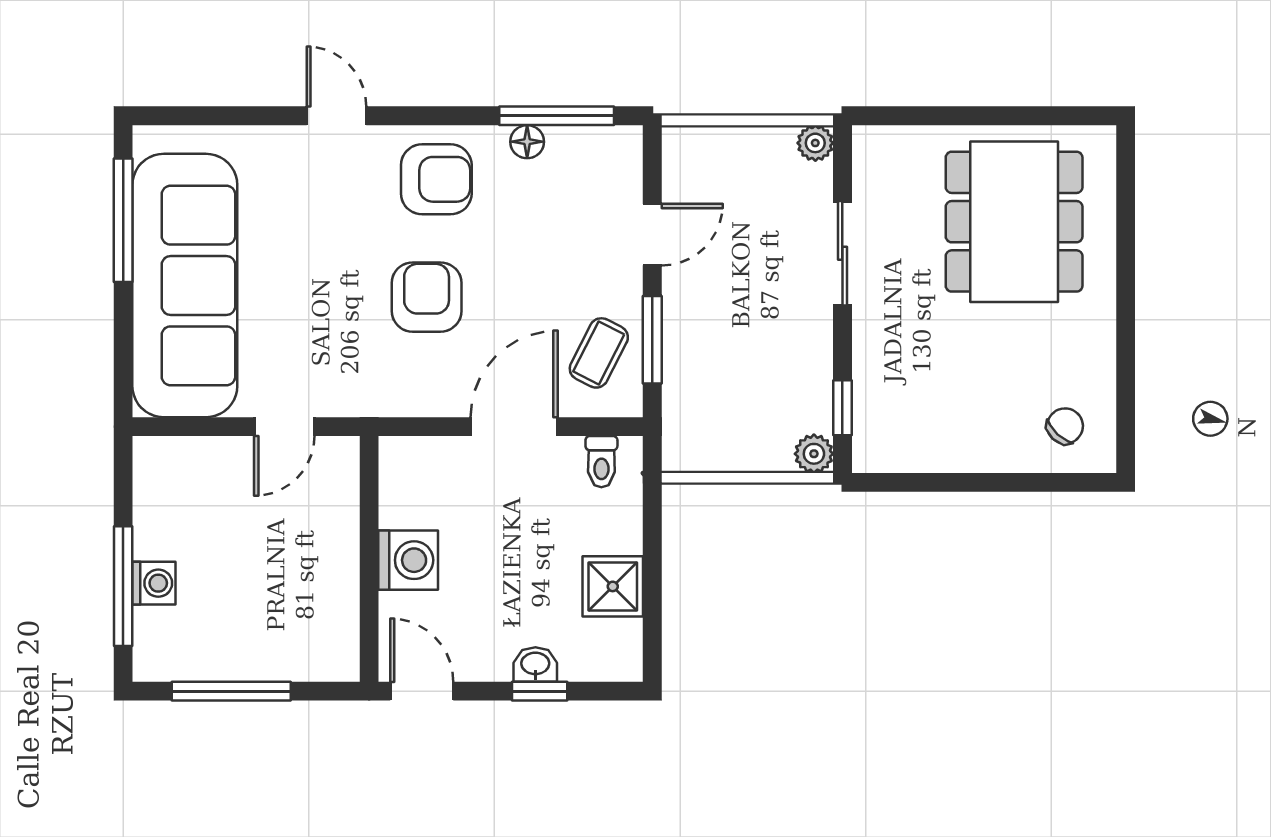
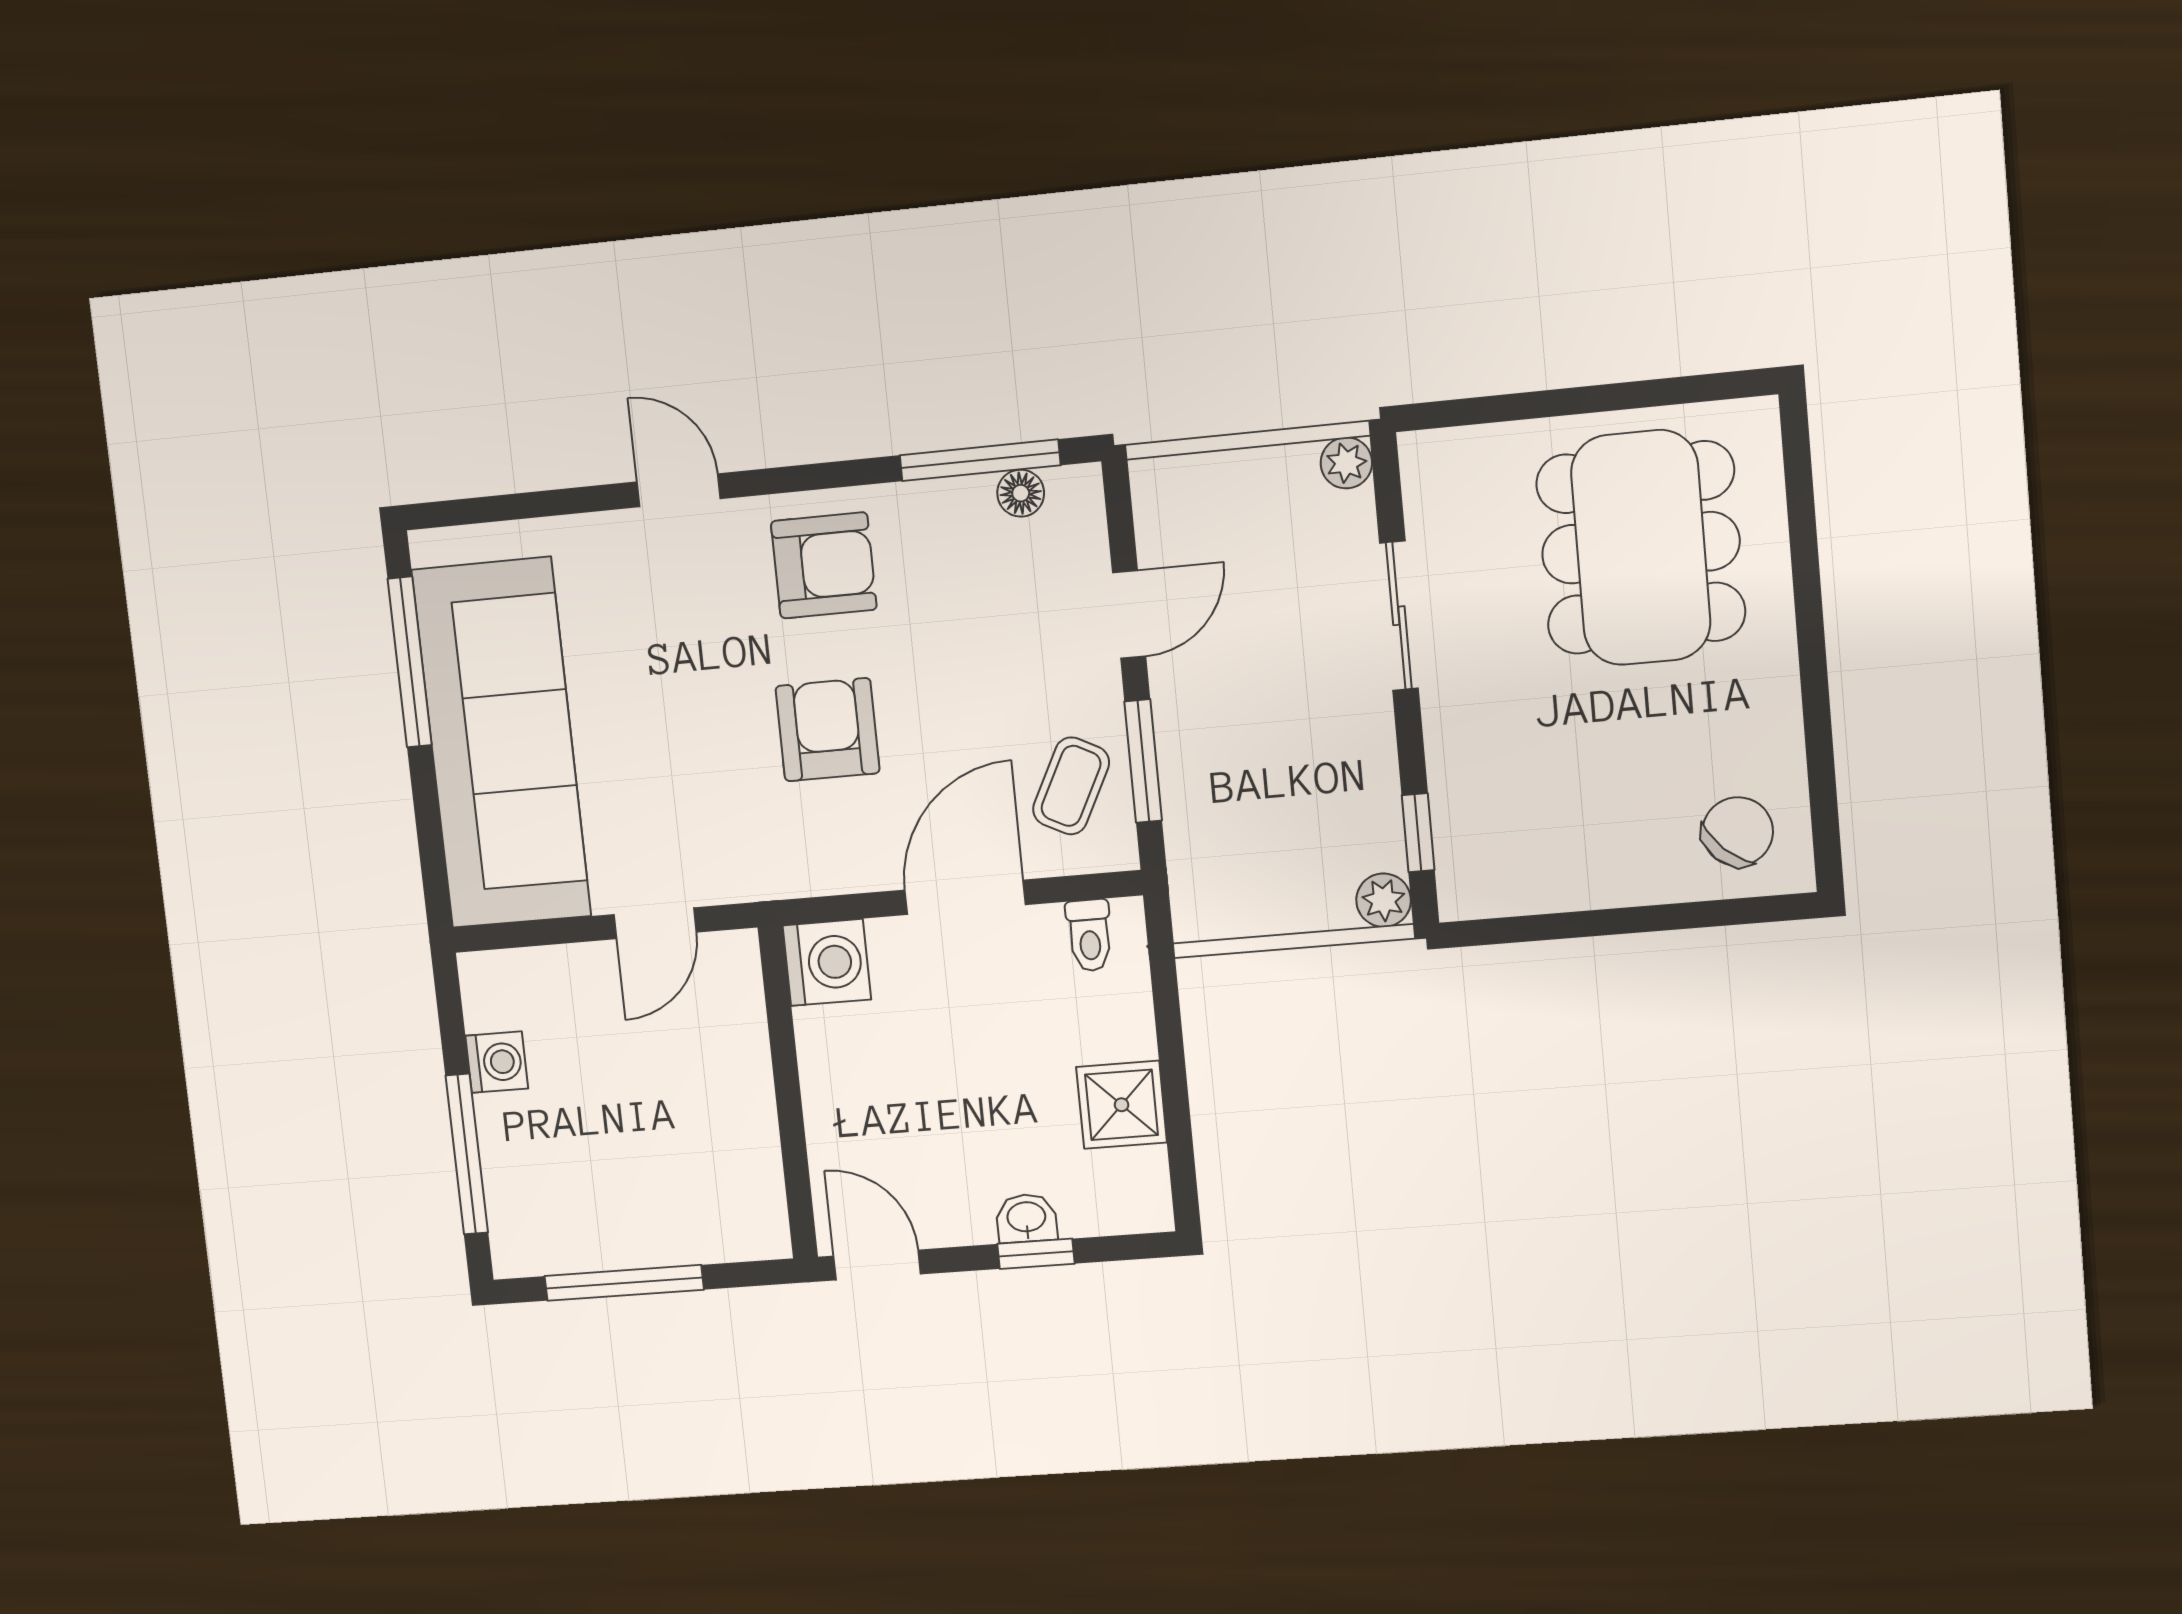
floor lamp: (527, 142) -> (1021, 493), moved
chair: (1065, 426) -> (1738, 832), width x1.37, depth x1.37
washing machine: (408, 560) -> (827, 962), moved
washing machine: (154, 583) -> (497, 1062), moved

